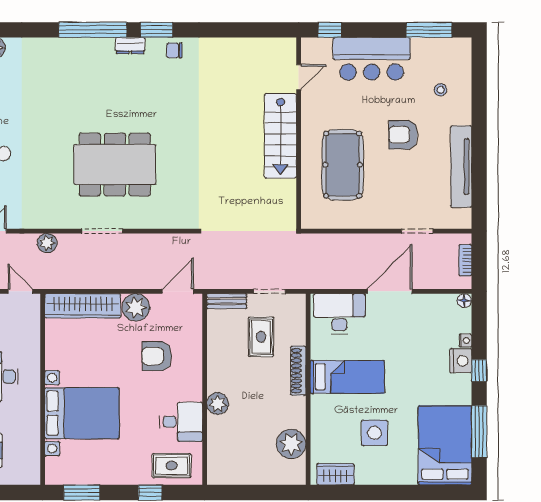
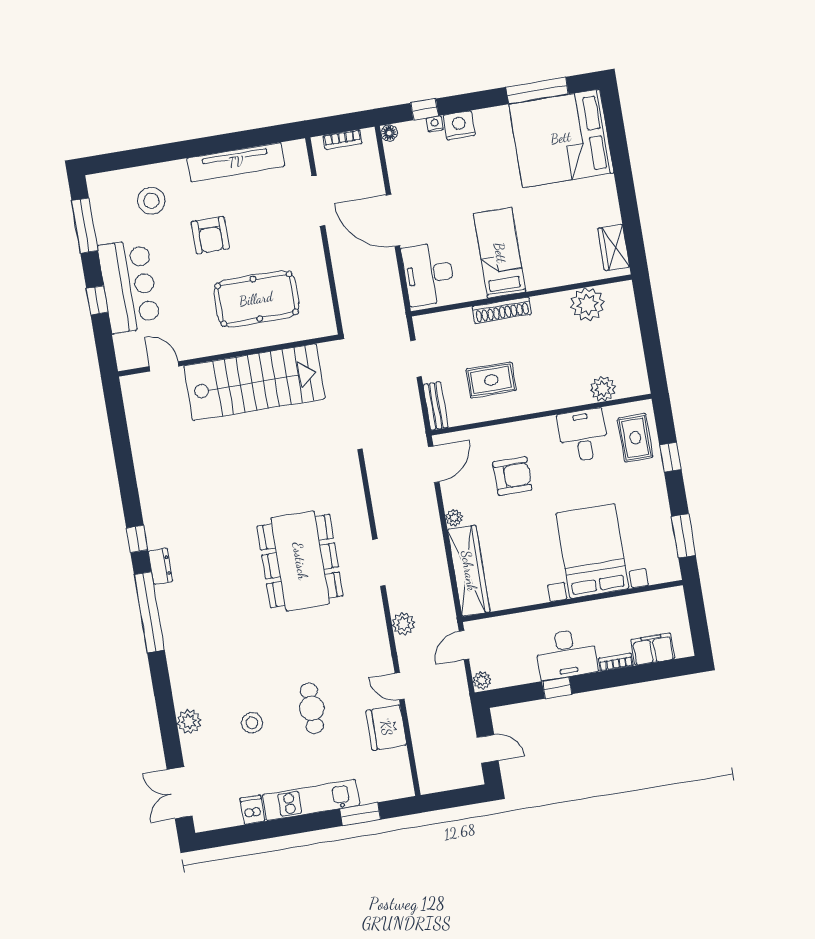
window: (157, 30) -> (137, 539), width x0.67
window: (330, 30) -> (97, 300), moved
chair: (174, 50) -> (157, 515), removed
stool: (441, 90) -> (151, 201), width x1.89, depth x1.89
stairs: (281, 136) -> (254, 382), width x1.36, depth x1.51
doorway: (417, 231) -> (318, 201), width x1.38
door: (178, 291) -> (434, 464), swing flipped
plant: (136, 307) -> (454, 518), width x0.53, depth x0.53
rug: (261, 337) -> (491, 380), moved
armchair: (157, 356) -> (512, 476), turned -90
window: (479, 370) -> (425, 109), moved
plant: (218, 404) -> (603, 389), moved
side table: (374, 433) -> (559, 211), removed
bed: (445, 445) -> (561, 138), width x1.36

